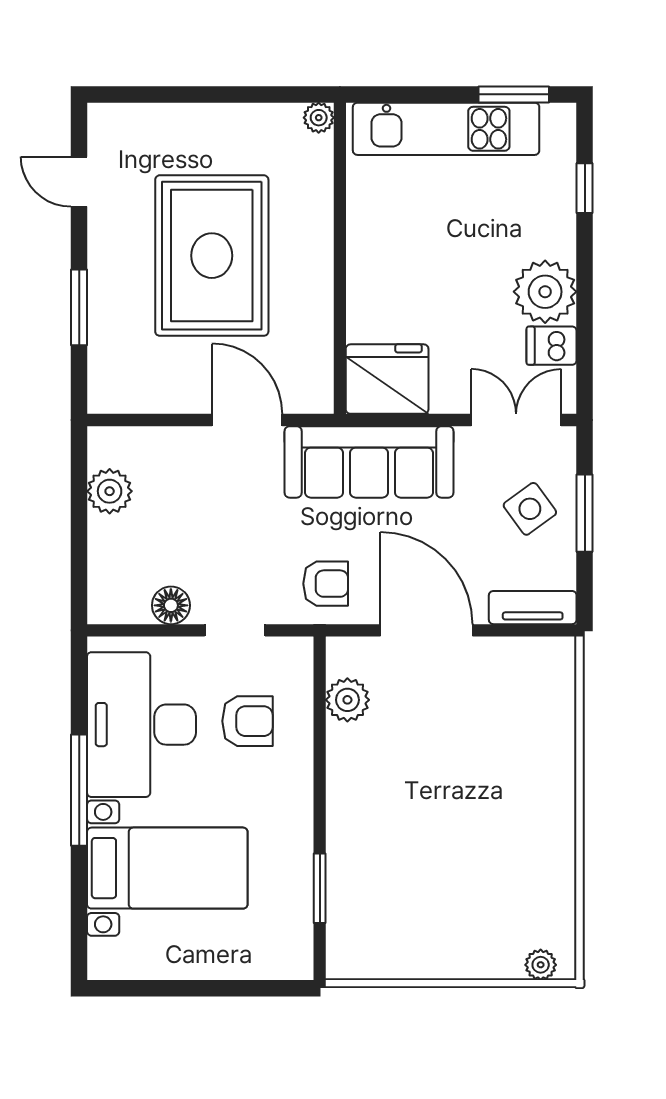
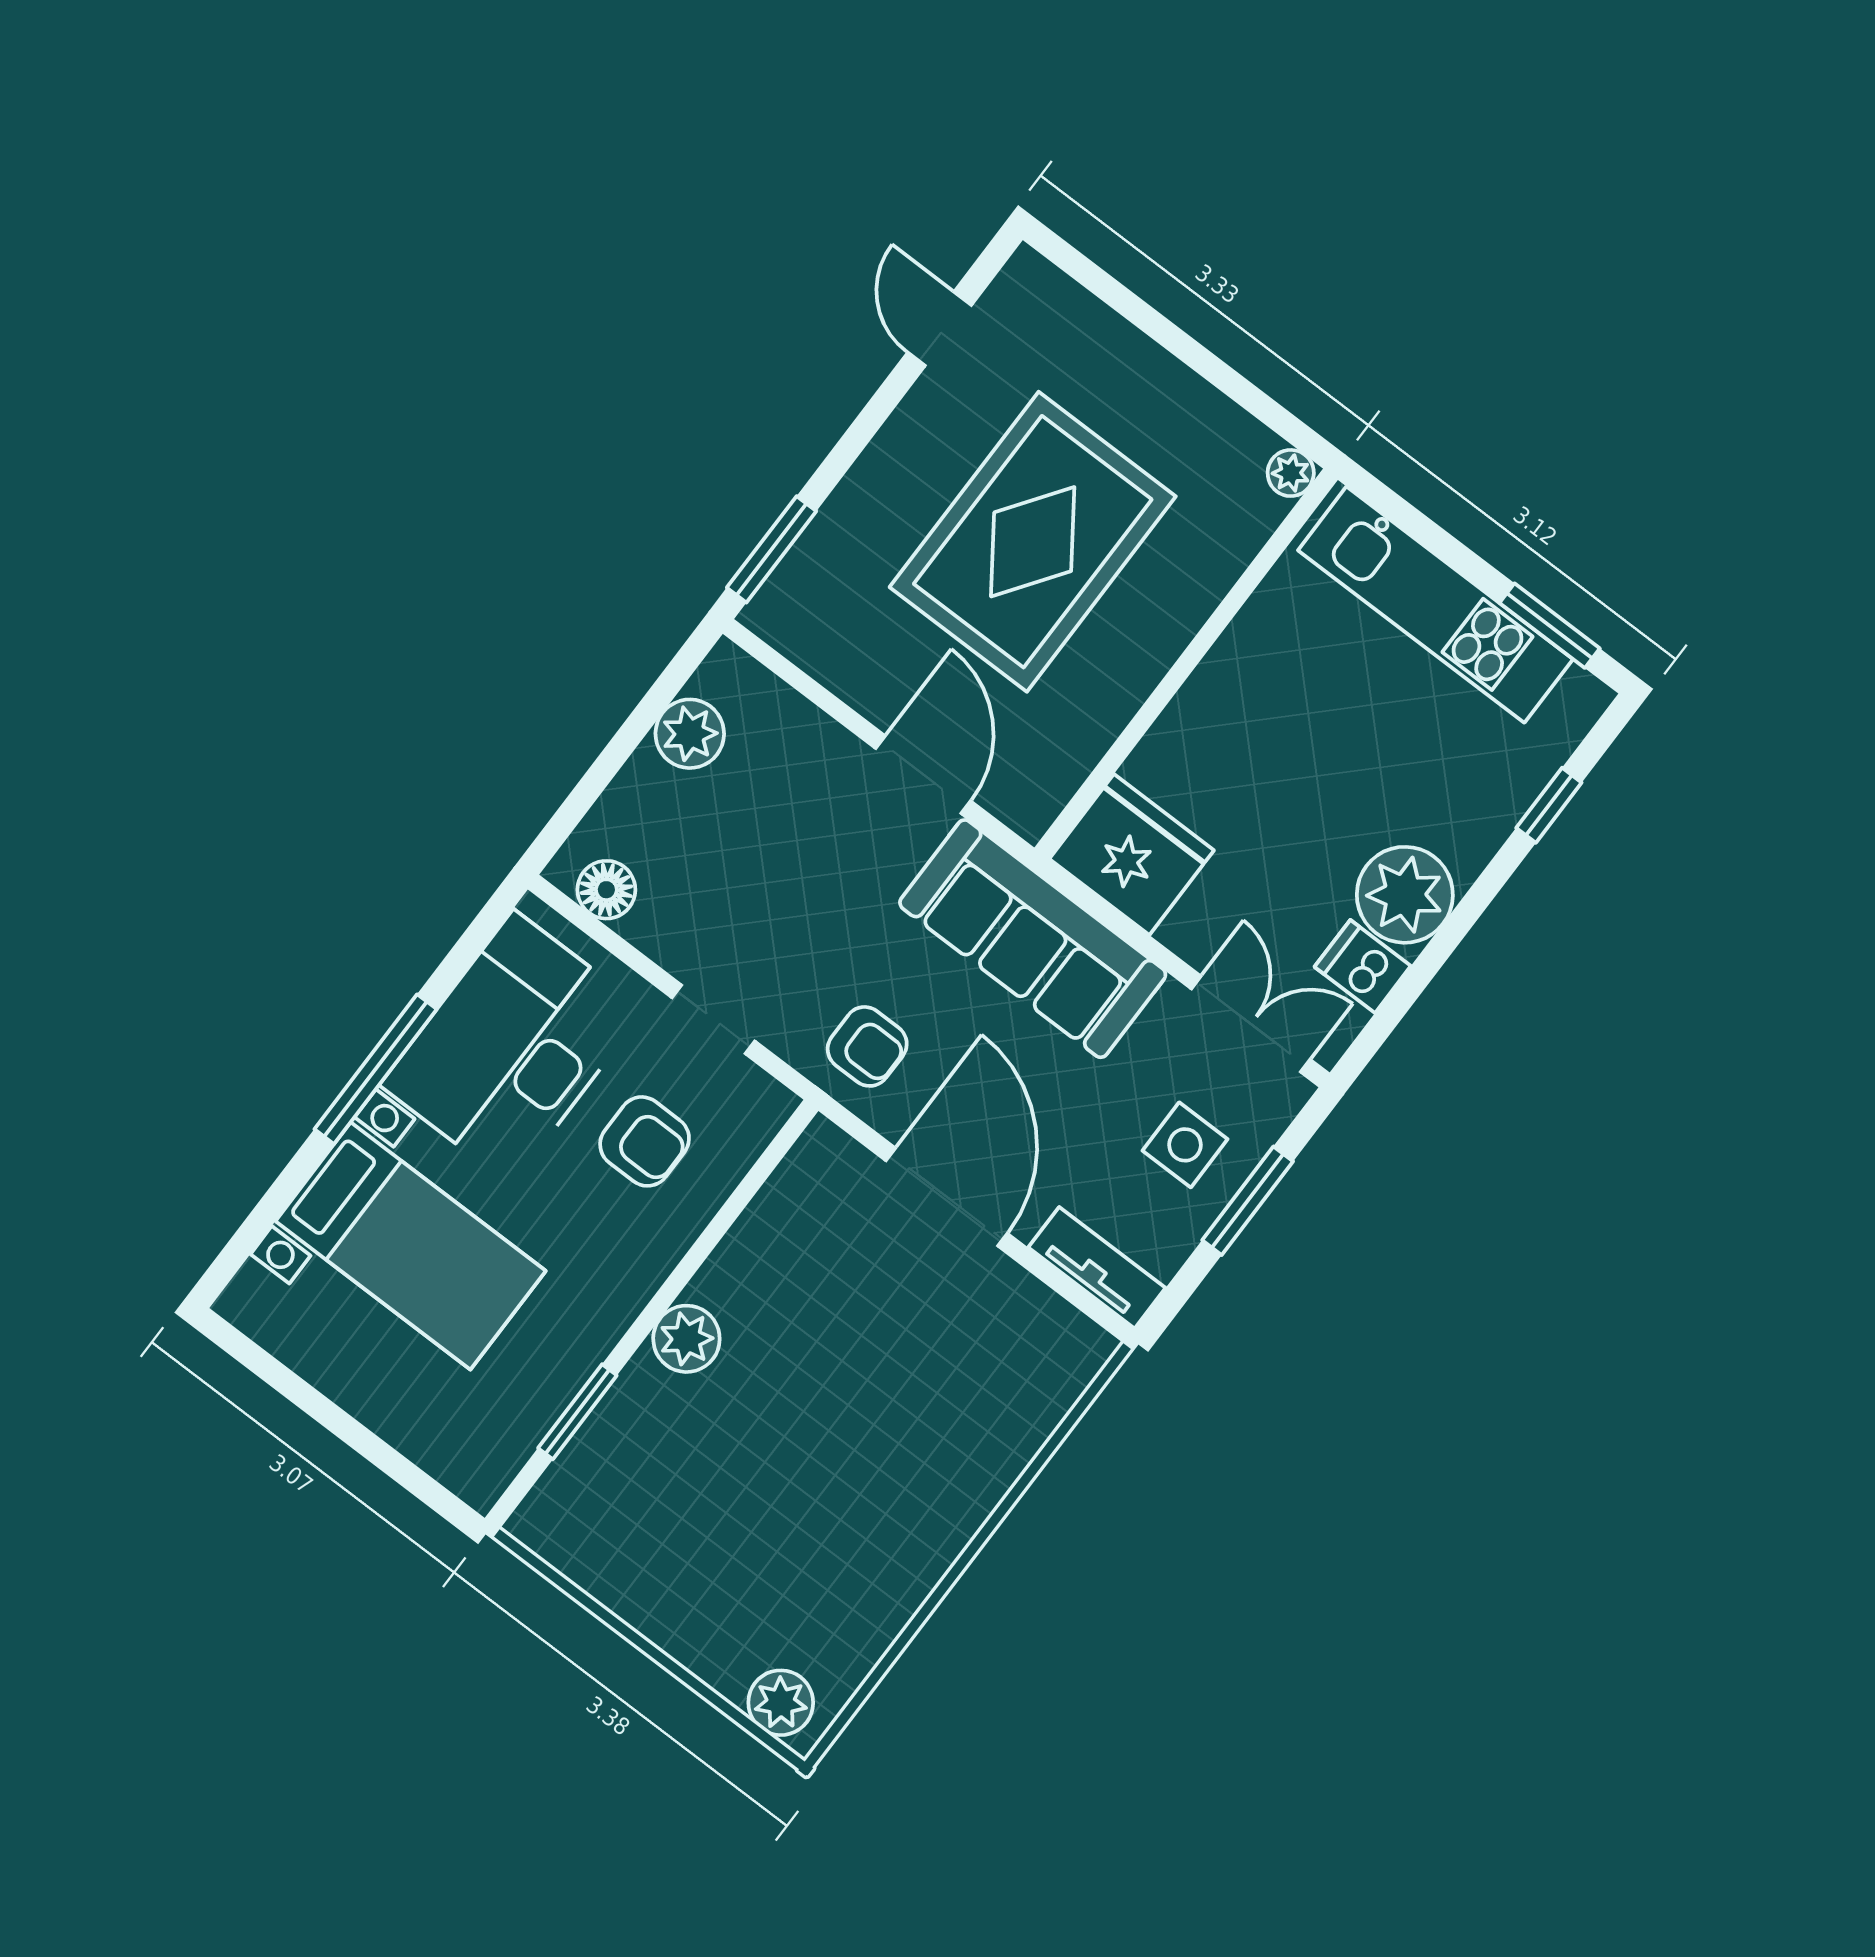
window: (79, 307) -> (772, 549), moved
side table: (530, 509) -> (1185, 1145), turned 36
floor lamp: (171, 605) -> (606, 890), moved
plant: (347, 700) -> (686, 1339), moved
plant: (541, 965) -> (781, 1703), width x1.38, depth x1.38

